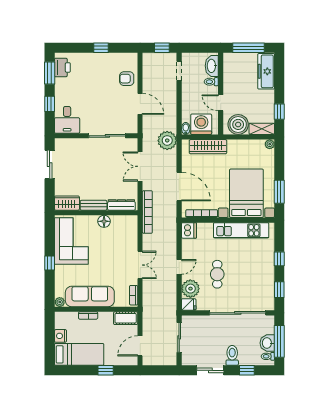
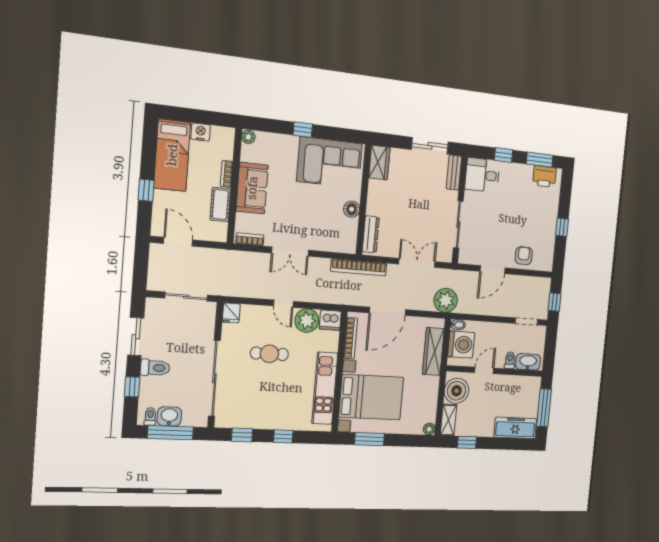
bench: (94, 205) -> (454, 173), moved
plant: (190, 289) -> (307, 321), moved
sofa: (90, 296) -> (252, 188), width x0.73
cot: (126, 318) -> (220, 204), moved

